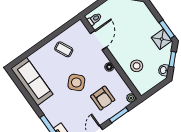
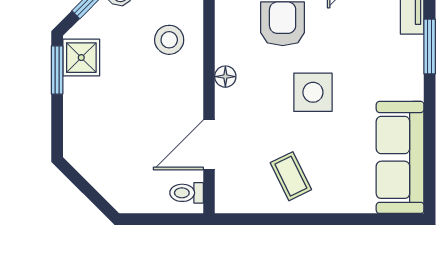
side table: (76, 82) -> (313, 92), turned 45

